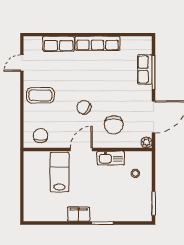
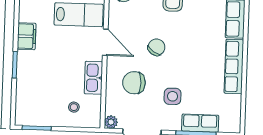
side table: (124, 93) -> (173, 96), added

